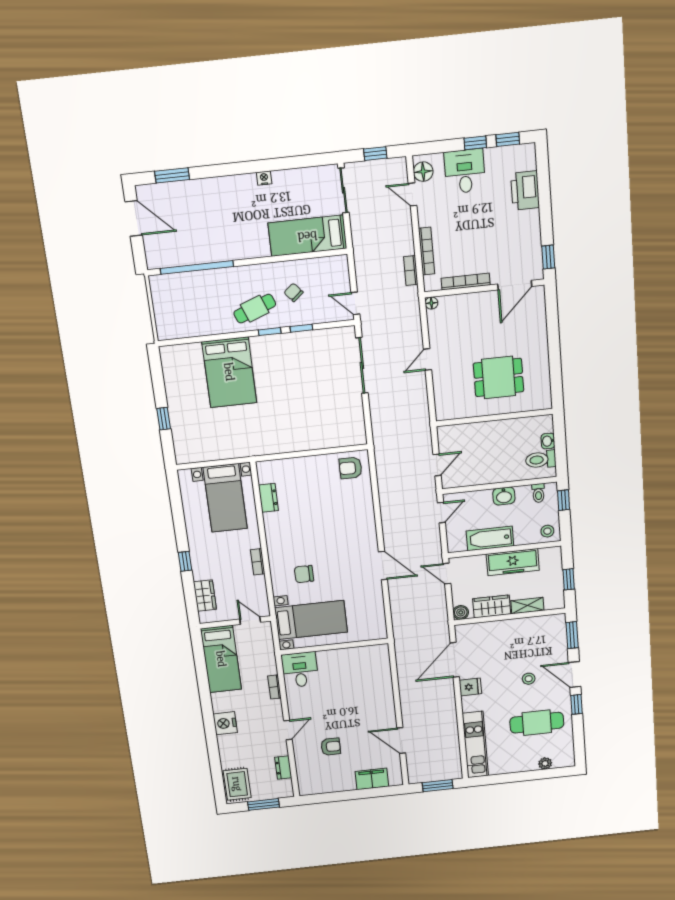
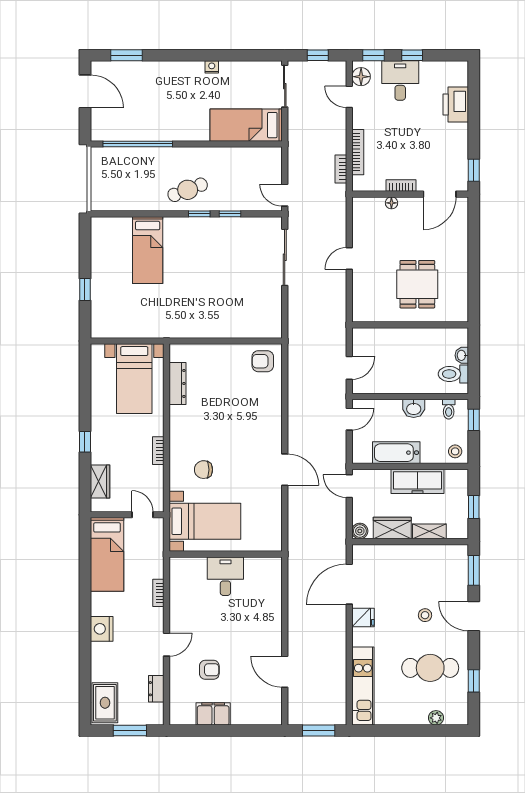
window: (508, 139) -> (373, 55), moved
bookcase: (466, 282) -> (401, 185), width x0.64
chair: (294, 292) -> (227, 178), removed
floor lamp: (431, 303) -> (391, 203), moved
bed: (229, 372) -> (148, 250), width x0.67
dining table: (499, 377) -> (417, 284), turned 90
dresser: (268, 498) -> (177, 383), width x1.44
desk: (300, 670) -> (225, 576), moved
window: (576, 704) -> (474, 681), moved
filing cabinet: (372, 779) -> (213, 714), moved

